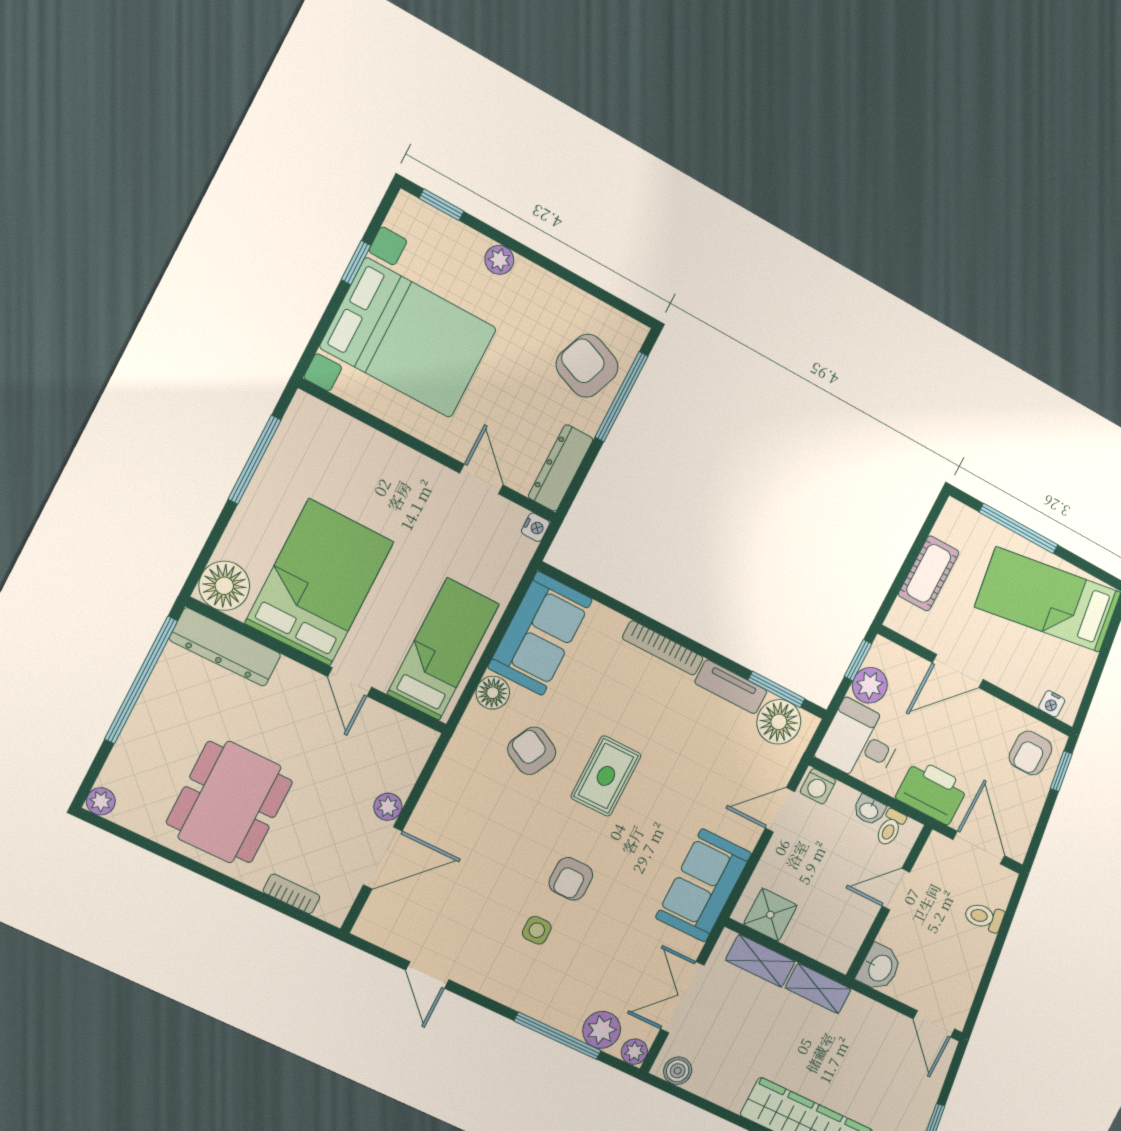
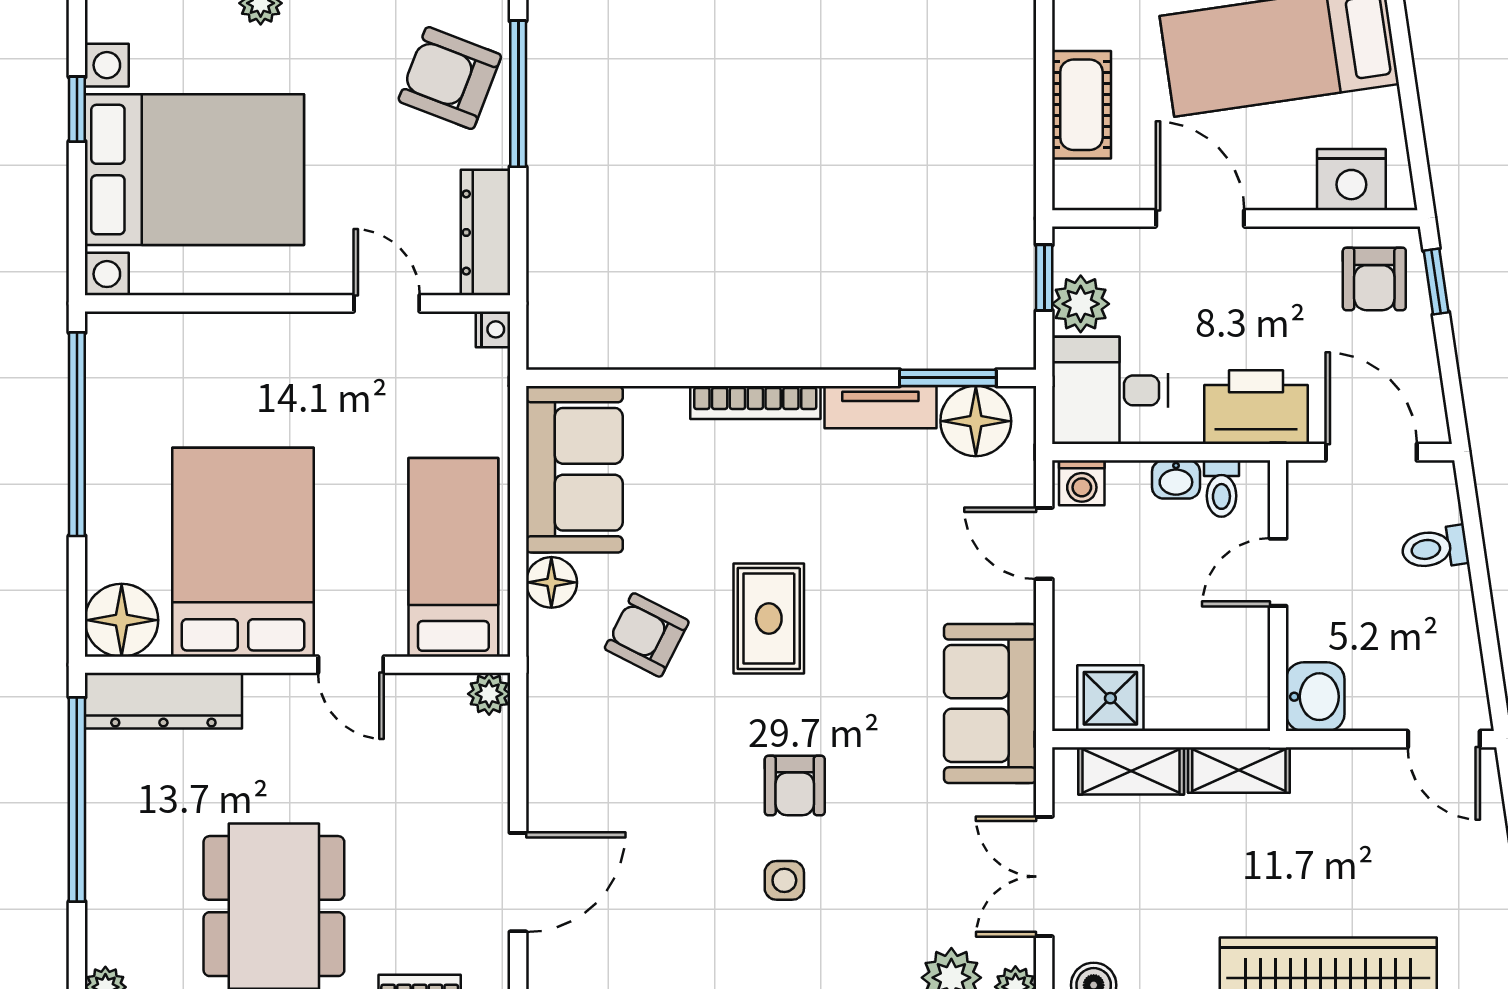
window: (255, 460) -> (77, 434), width x1.46
door: (958, 671) -> (1200, 218), swing flipped
nightstand: (1052, 704) -> (1351, 180), width x1.89, depth x1.79
plant: (388, 807) -> (489, 694), moved
door: (780, 810) -> (1044, 543), hinge flipped

